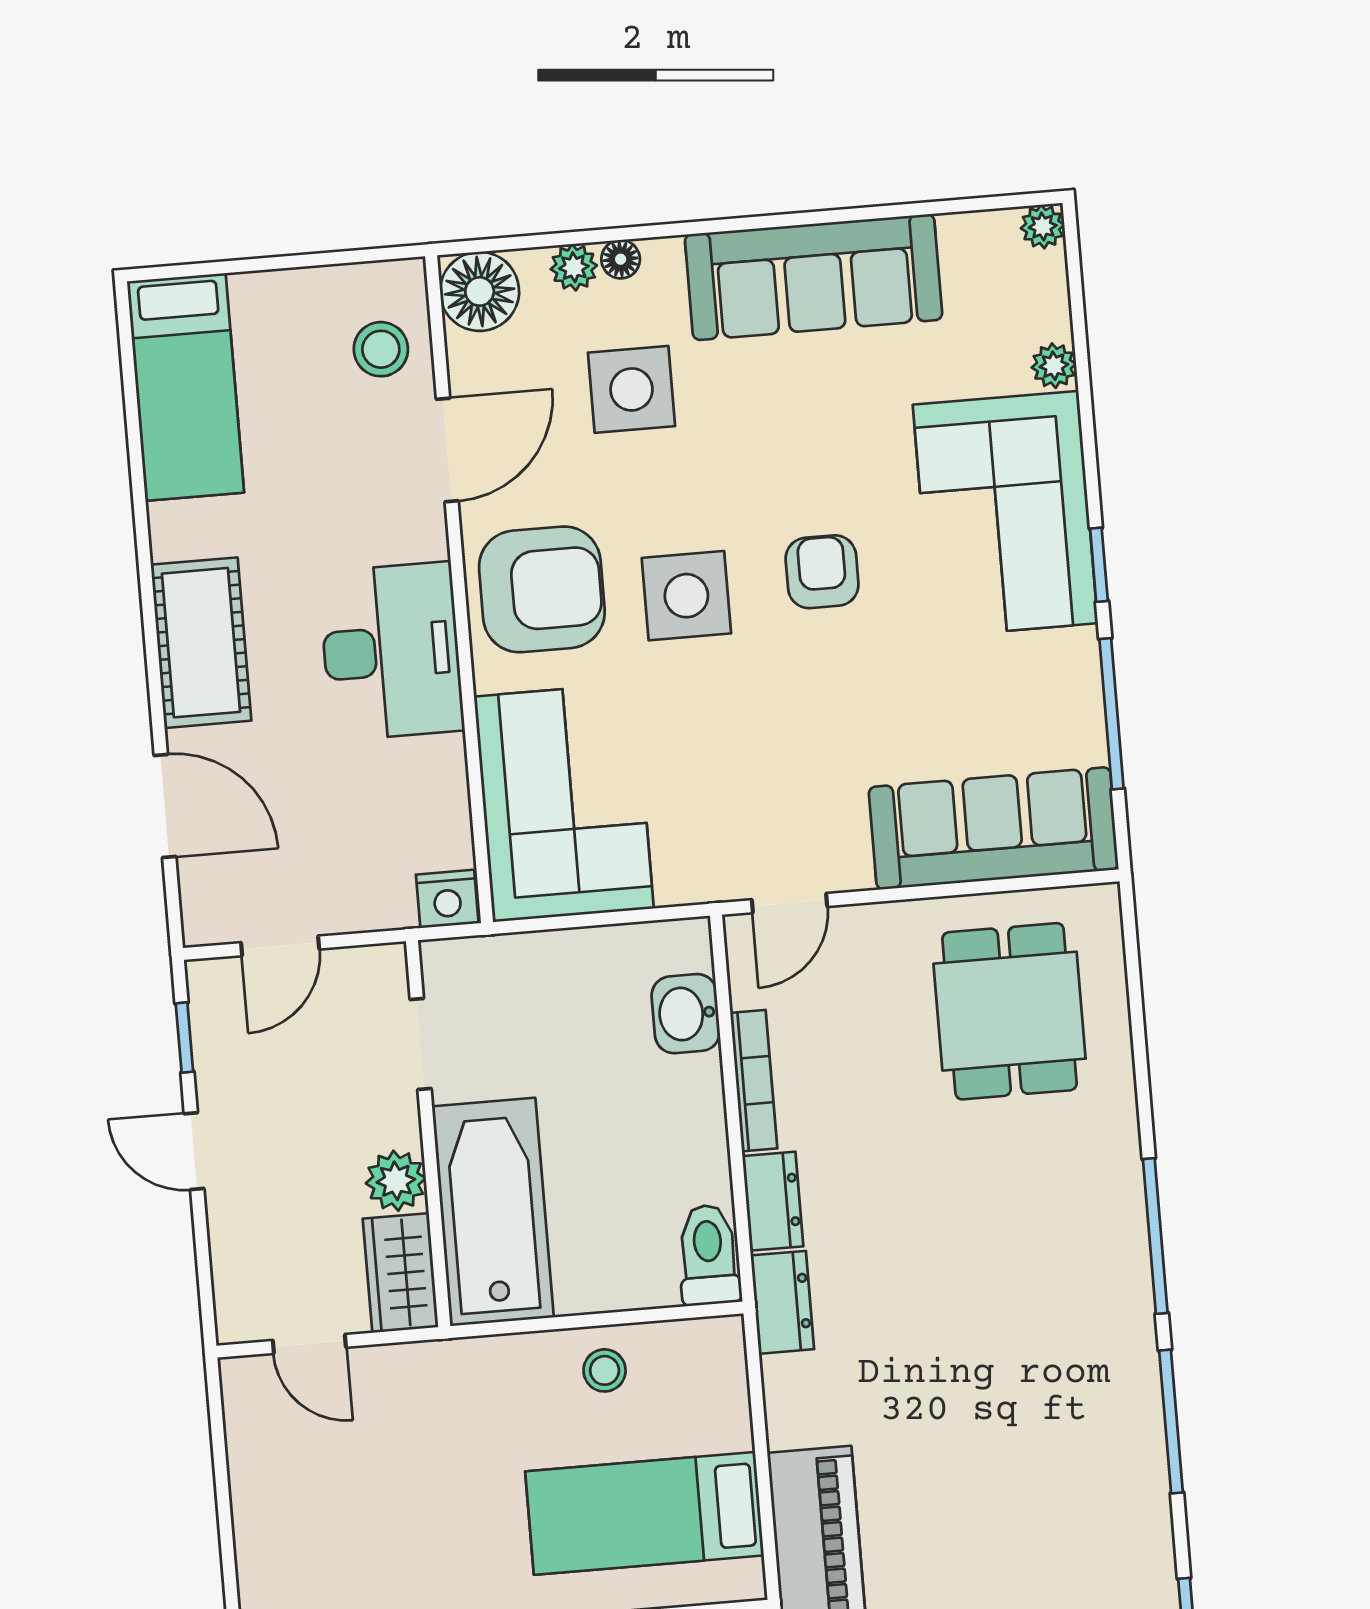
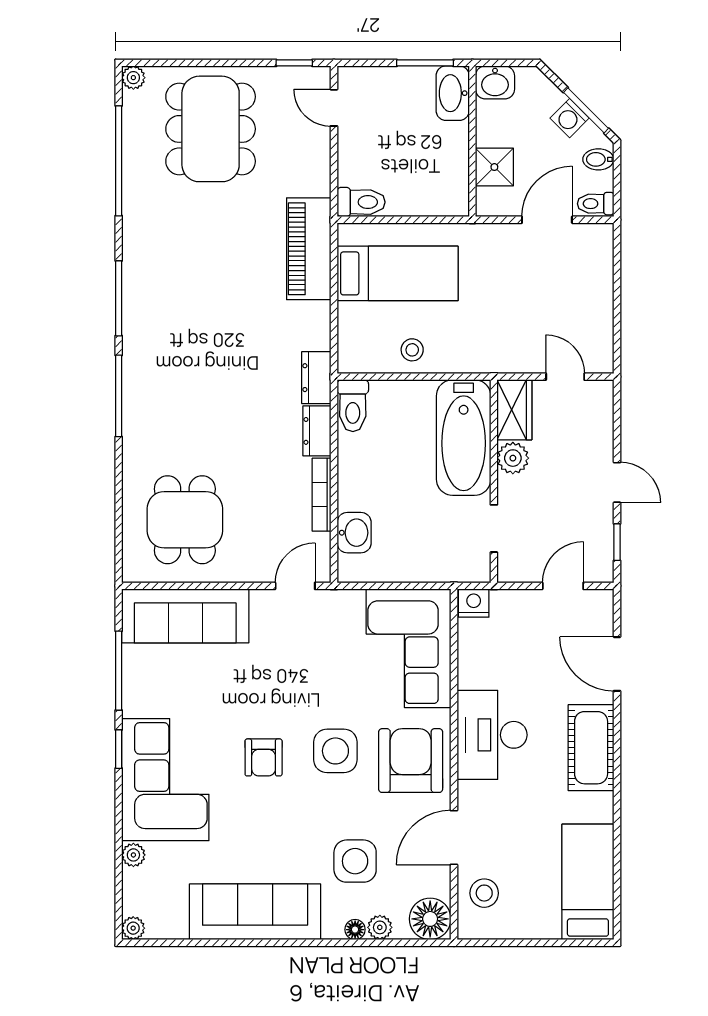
armchair: (542, 589) -> (411, 761), turned 90

